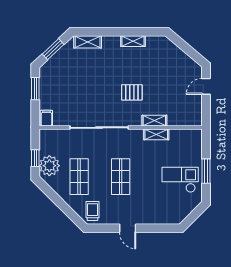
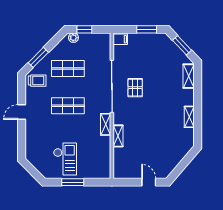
pallet: (132, 92) -> (135, 88), moved
shelving: (156, 134) -> (106, 124), moved
plant: (49, 166) -> (73, 38), width x0.53, depth x0.53
window: (67, 210) -> (38, 57), added

